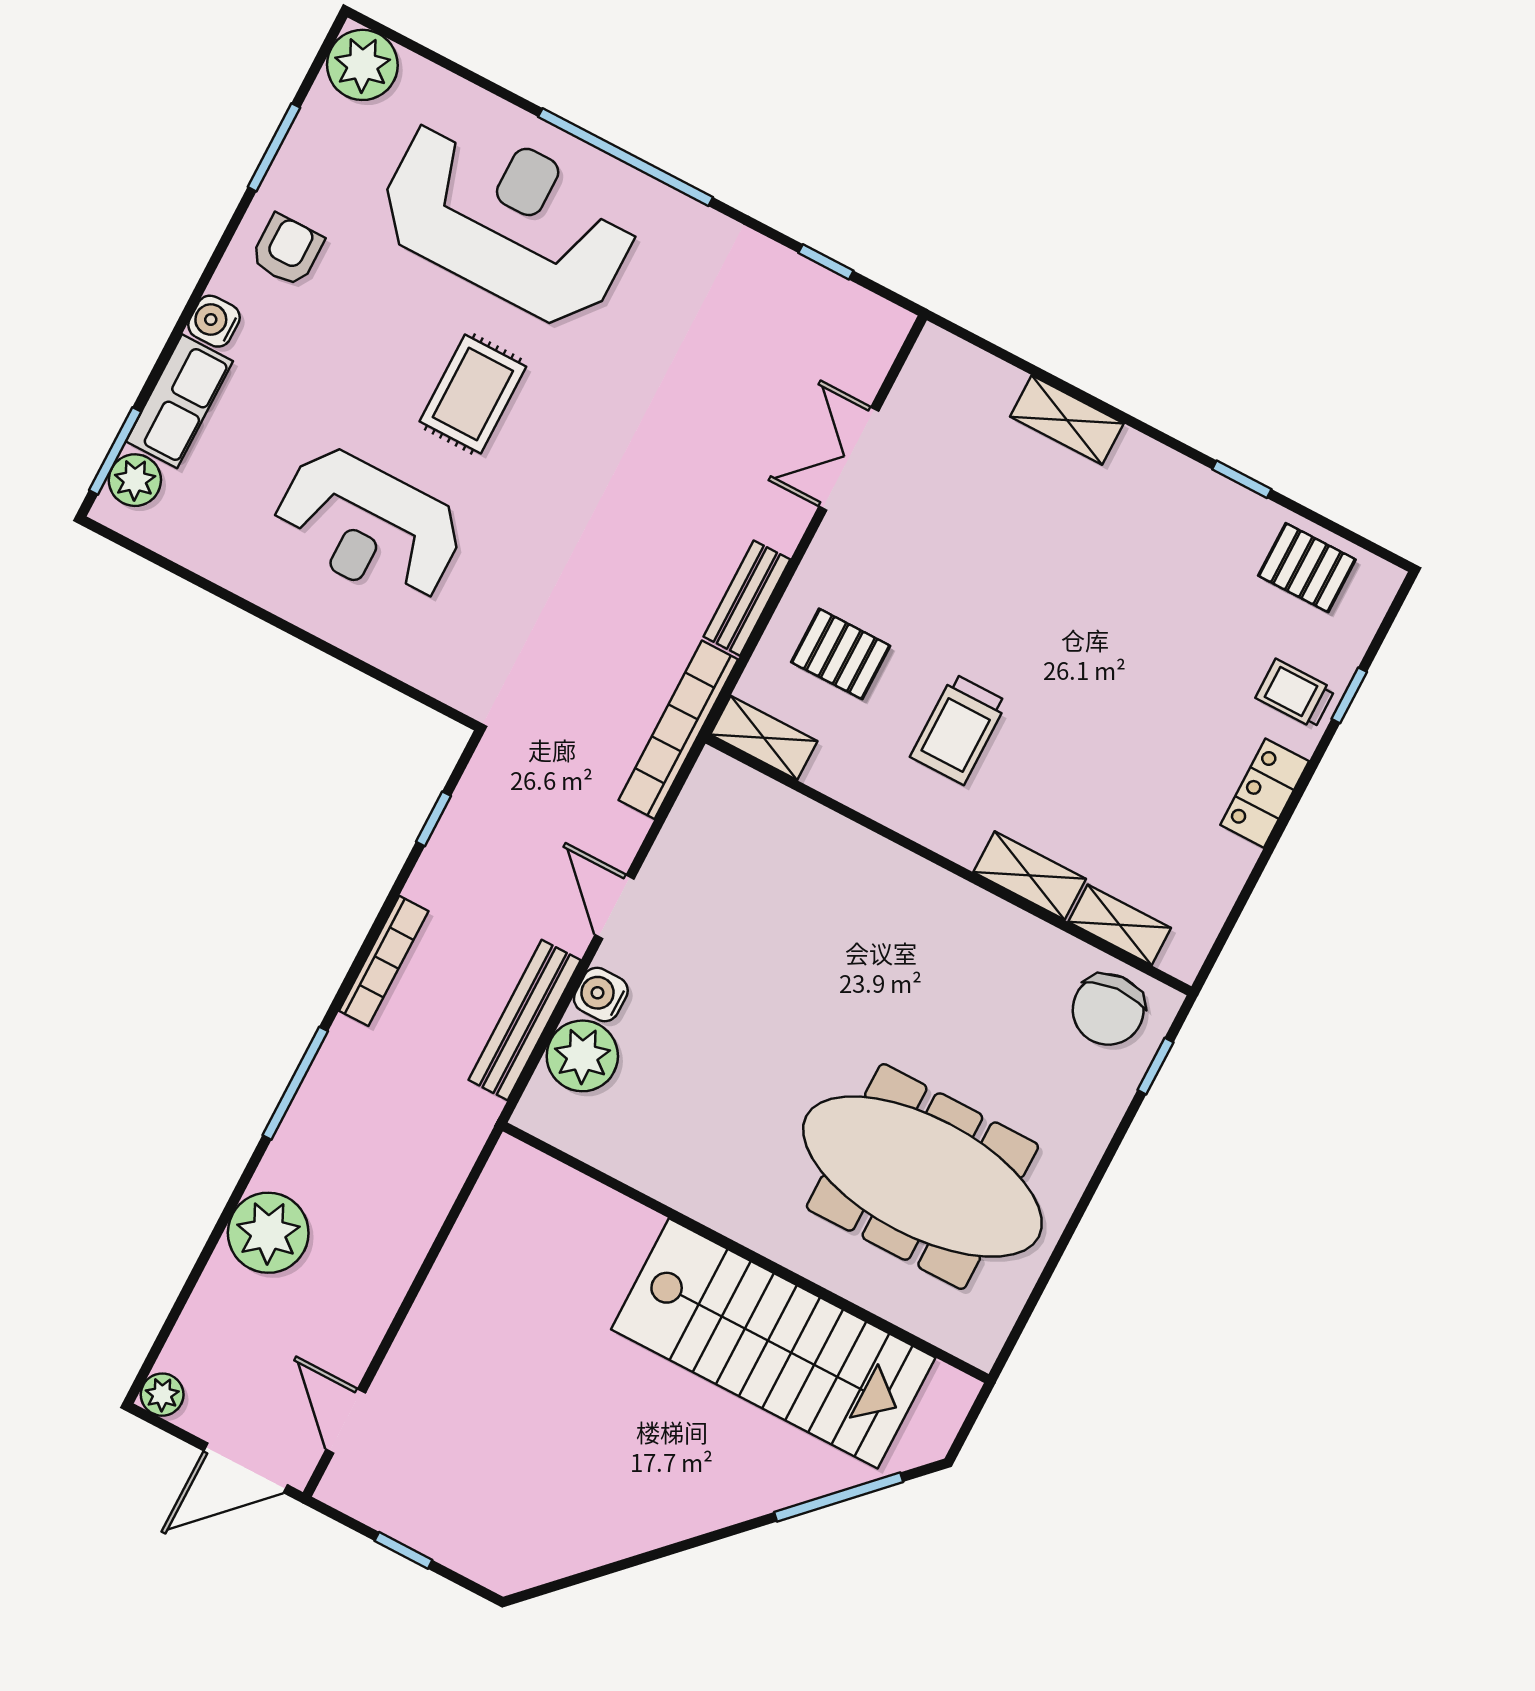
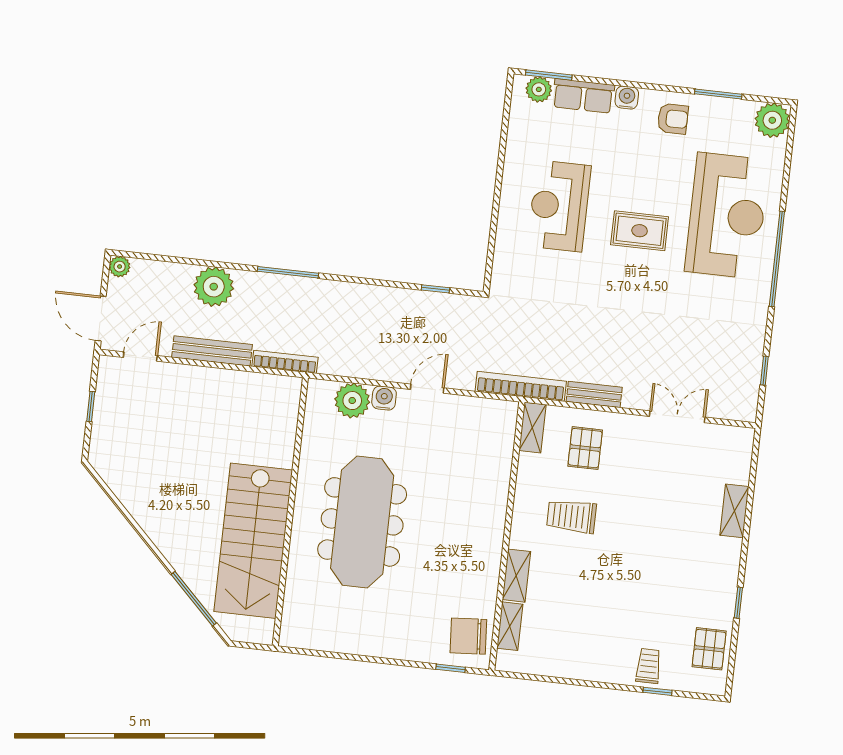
locker: (1265, 793) -> (597, 670), removed
bookcase: (384, 961) -> (285, 362), moved, turned 180
bench: (525, 1020) -> (212, 351), moved
meeting table: (922, 1177) -> (362, 522), moved

